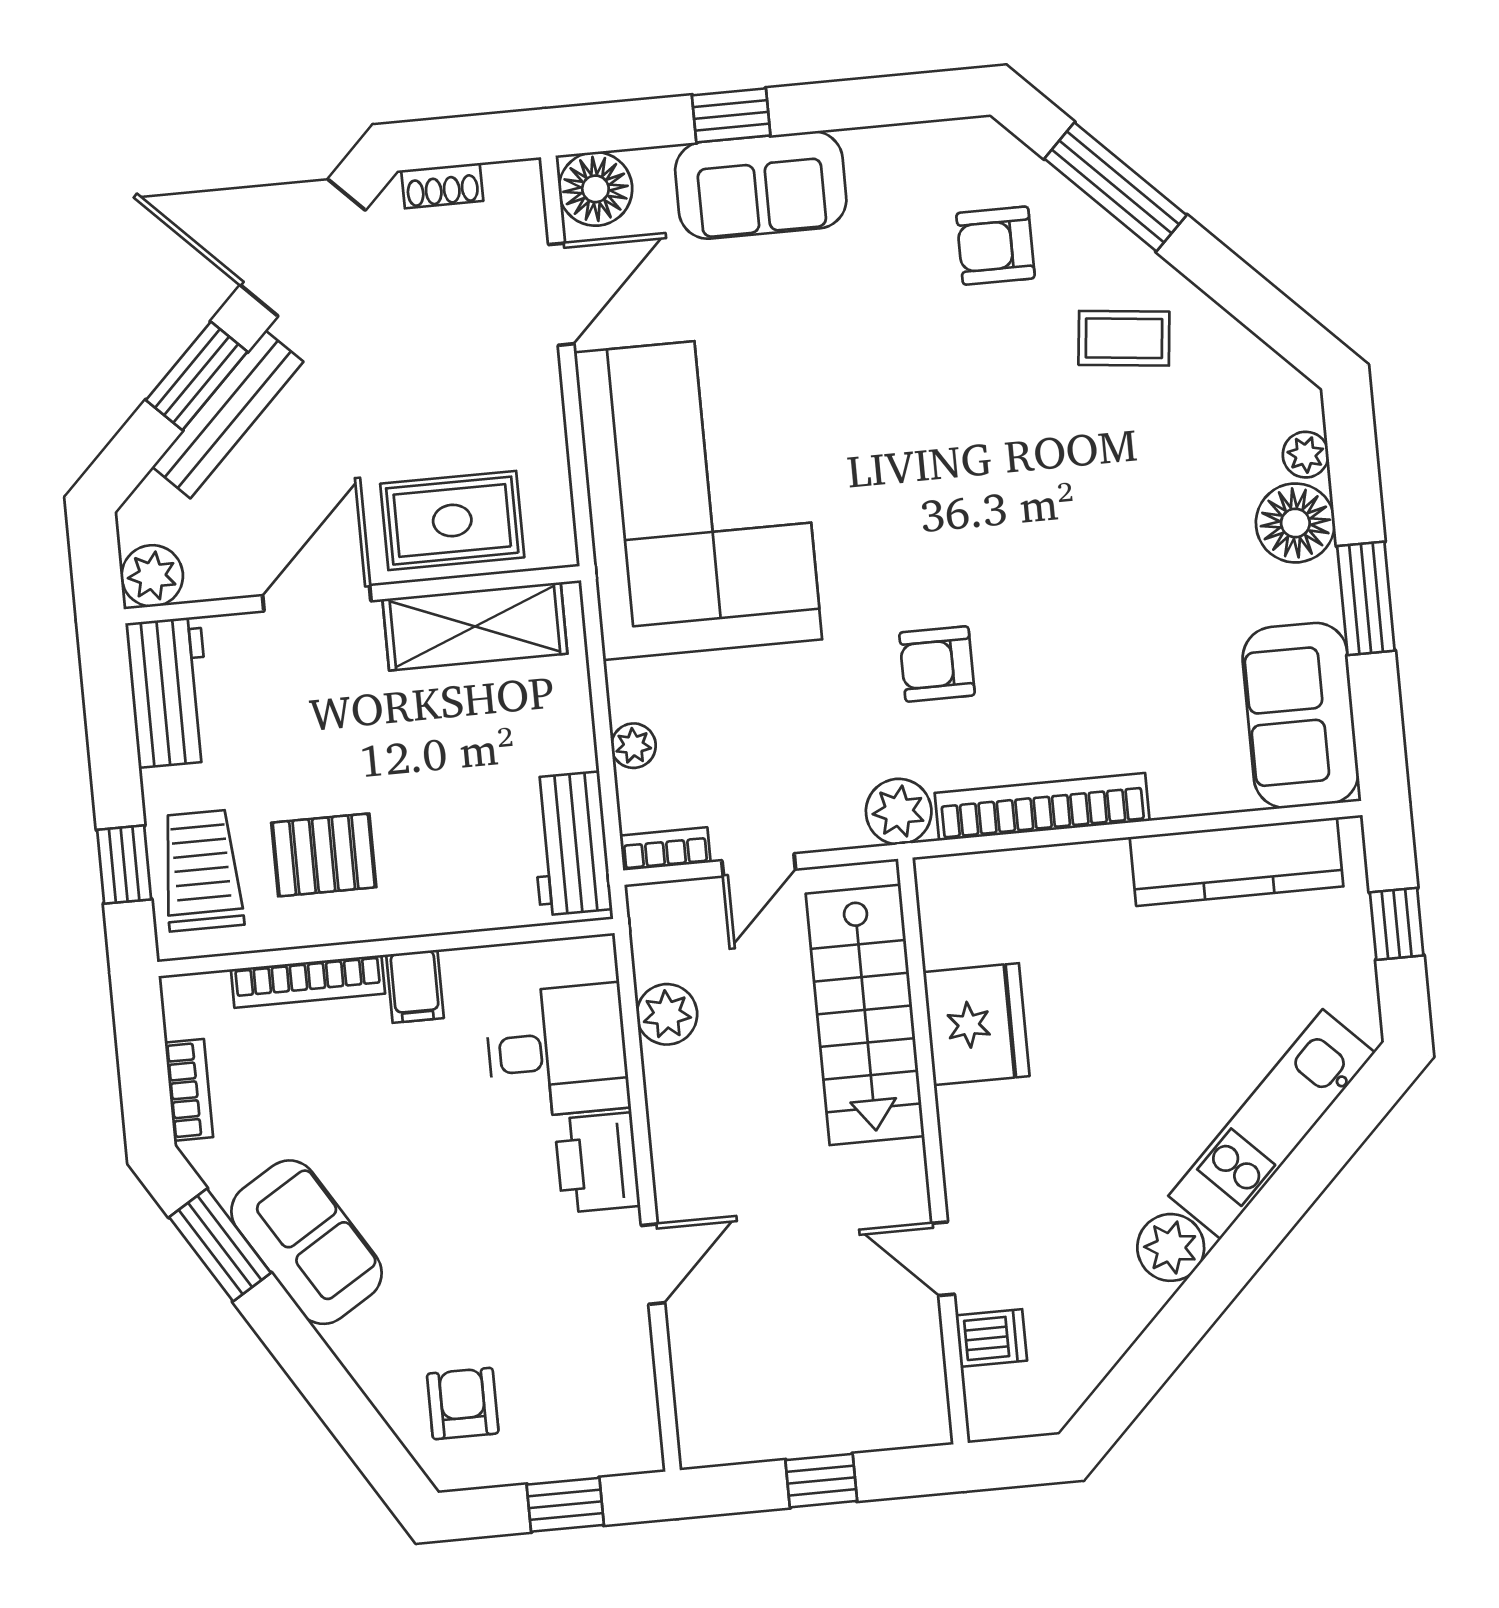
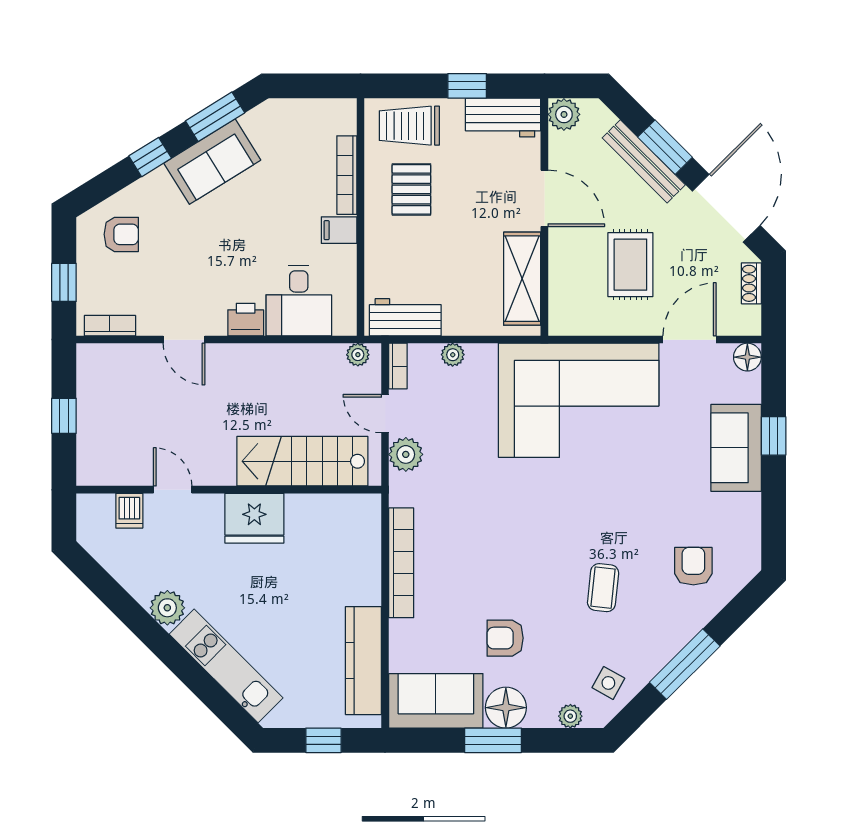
window: (1115, 187) -> (685, 664), moved
floor lamp: (595, 189) -> (747, 357), width x0.73, depth x0.73
door: (561, 294) -> (689, 340), swing flipped
coffee table: (1124, 338) -> (603, 588), moved
side table: (1235, 387) -> (608, 683), added
rug: (452, 521) -> (630, 265), moved
floor lamp: (1295, 523) -> (506, 708), moved
armchair: (937, 664) -> (505, 638), moved, turned -90
plant: (899, 812) -> (406, 454), moved
window: (124, 865) -> (467, 86), moved
trolley: (202, 870) -> (409, 126), turned 180
plant: (667, 1014) -> (358, 355), moved, width x0.73, depth x0.73
fridge: (976, 1024) -> (254, 518), moved
bookcase: (189, 1090) -> (110, 326), moved, turned 180
printer: (597, 1163) -> (246, 320), width x0.73, depth x0.81
door: (943, 1259) -> (173, 490), hinge flipped
window: (309, 1362) -> (150, 157), added

